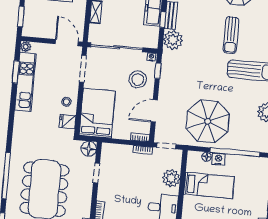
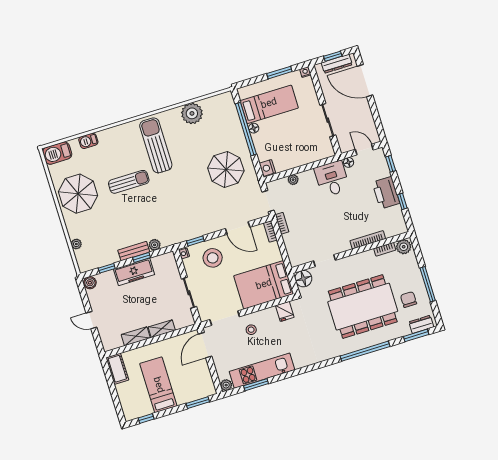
plant: (173, 40) -> (155, 245), width x0.53, depth x0.53
sliding door: (117, 47) -> (189, 293), width x0.54
stool: (66, 102) -> (251, 330), moved
parasol: (208, 121) -> (226, 169), width x0.73, depth x0.73
floor lamp: (207, 157) -> (254, 128), moved
nightstand: (218, 159) -> (267, 168), moved
plant: (171, 178) -> (293, 180), width x0.53, depth x0.53
bed: (209, 185) -> (269, 104), moved, turned 90

